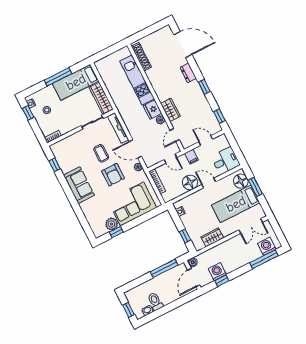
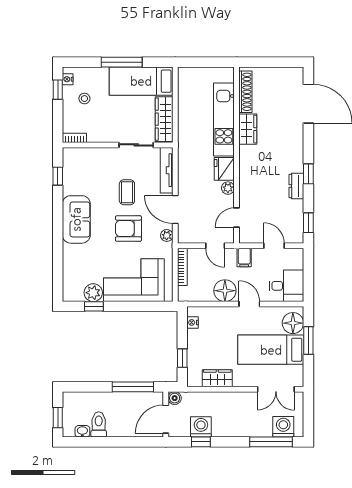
dresser: (188, 73) -> (296, 186), moved
wardrobe: (170, 110) -> (248, 129), moved
armchair: (113, 175) -> (128, 228), turned 90

